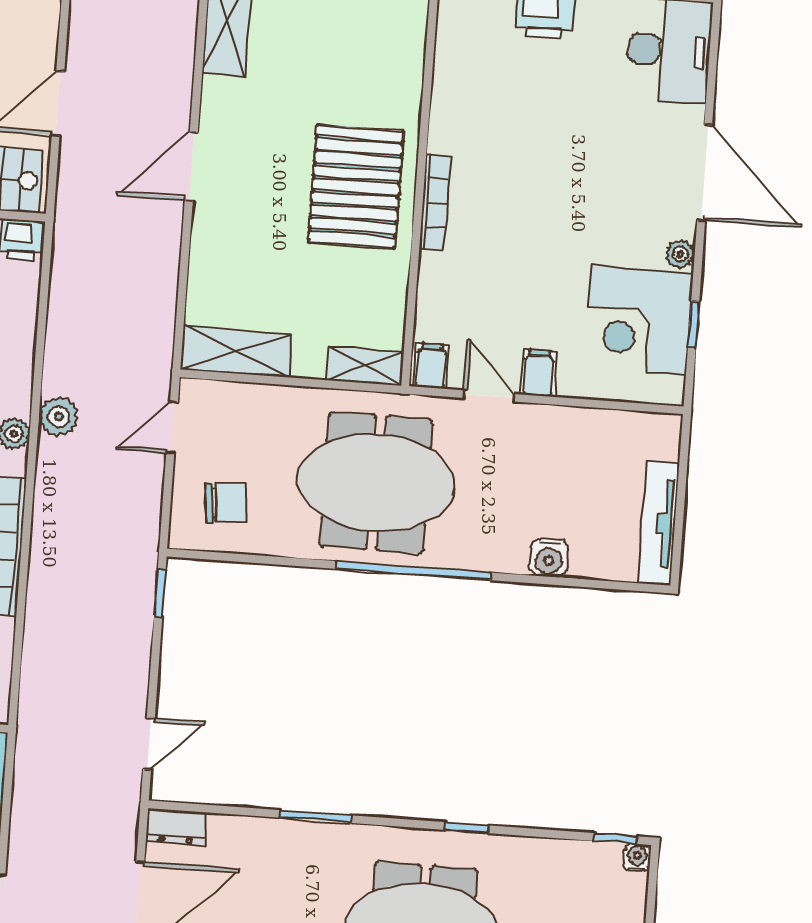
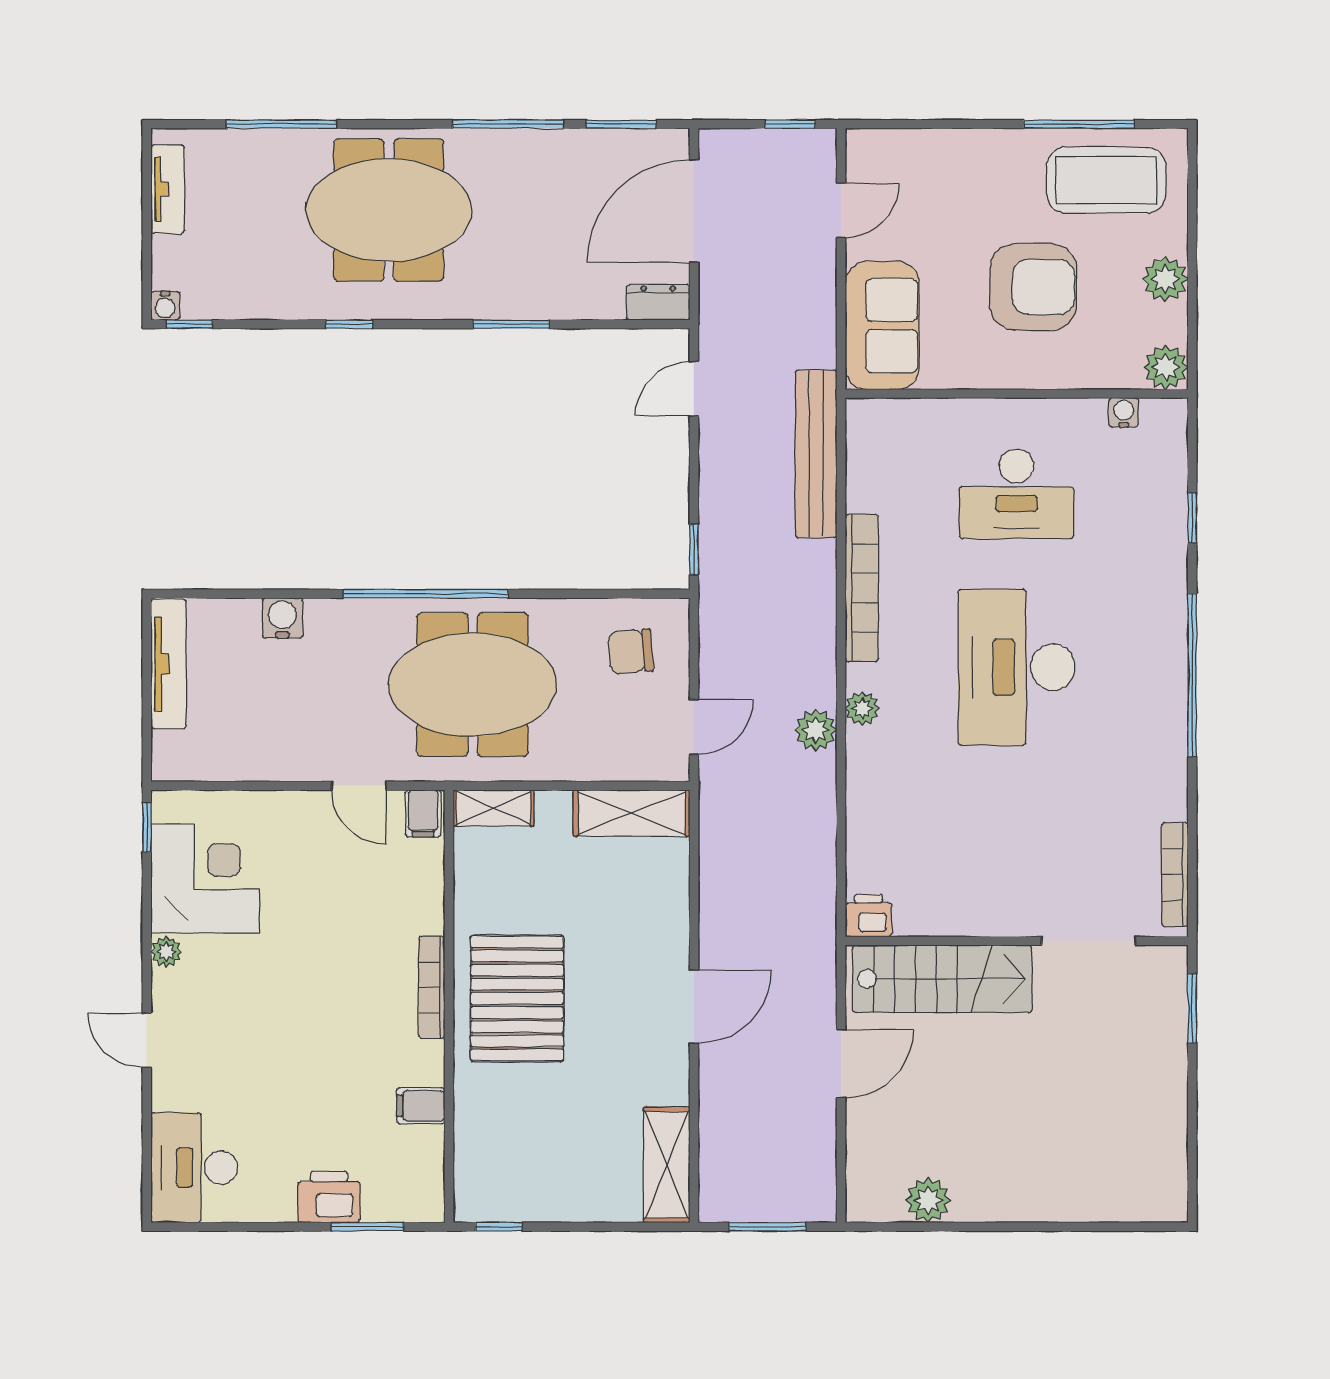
door: (705, 173) -> (147, 1040), width x0.53
window: (694, 324) -> (147, 827), moved
filing cabinet: (539, 373) -> (421, 1106), moved, turned 90
bench: (39, 675) -> (816, 454), added

